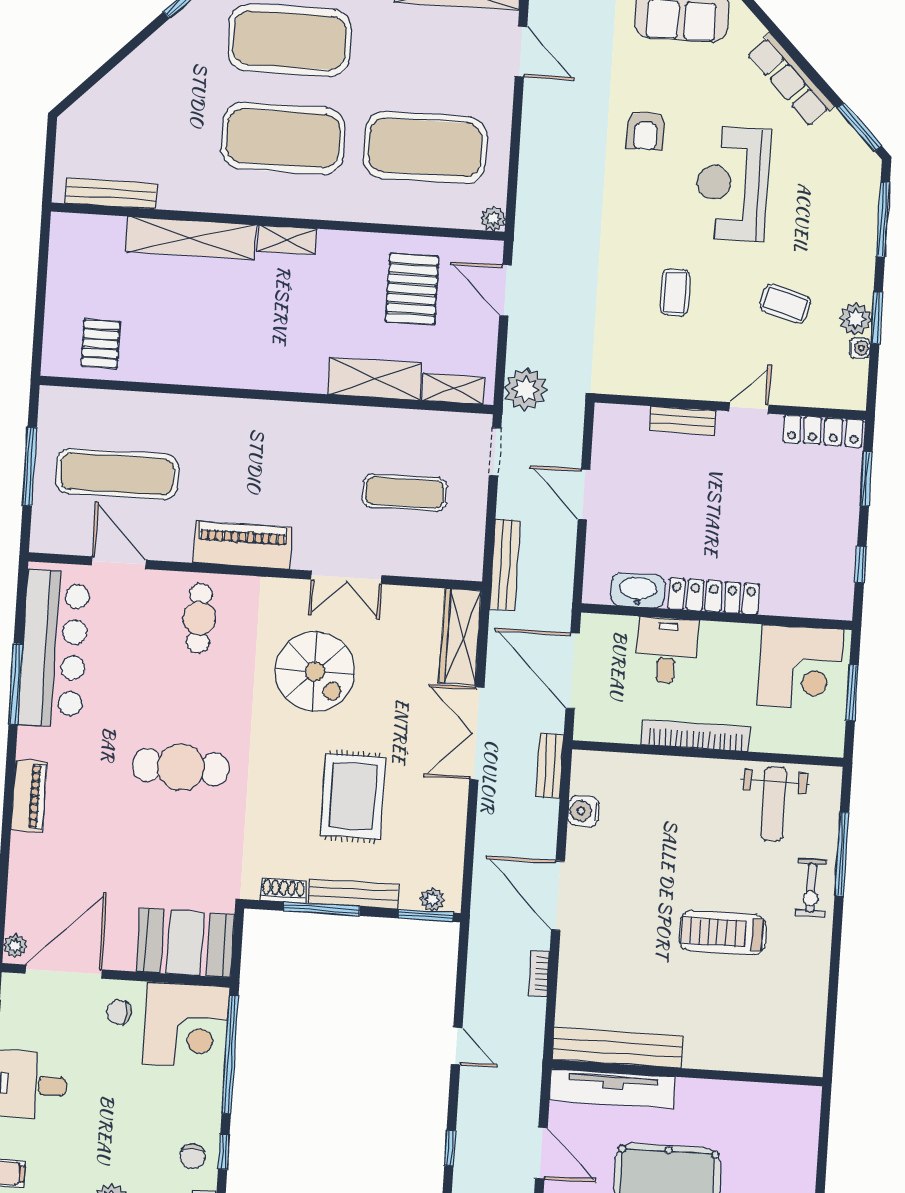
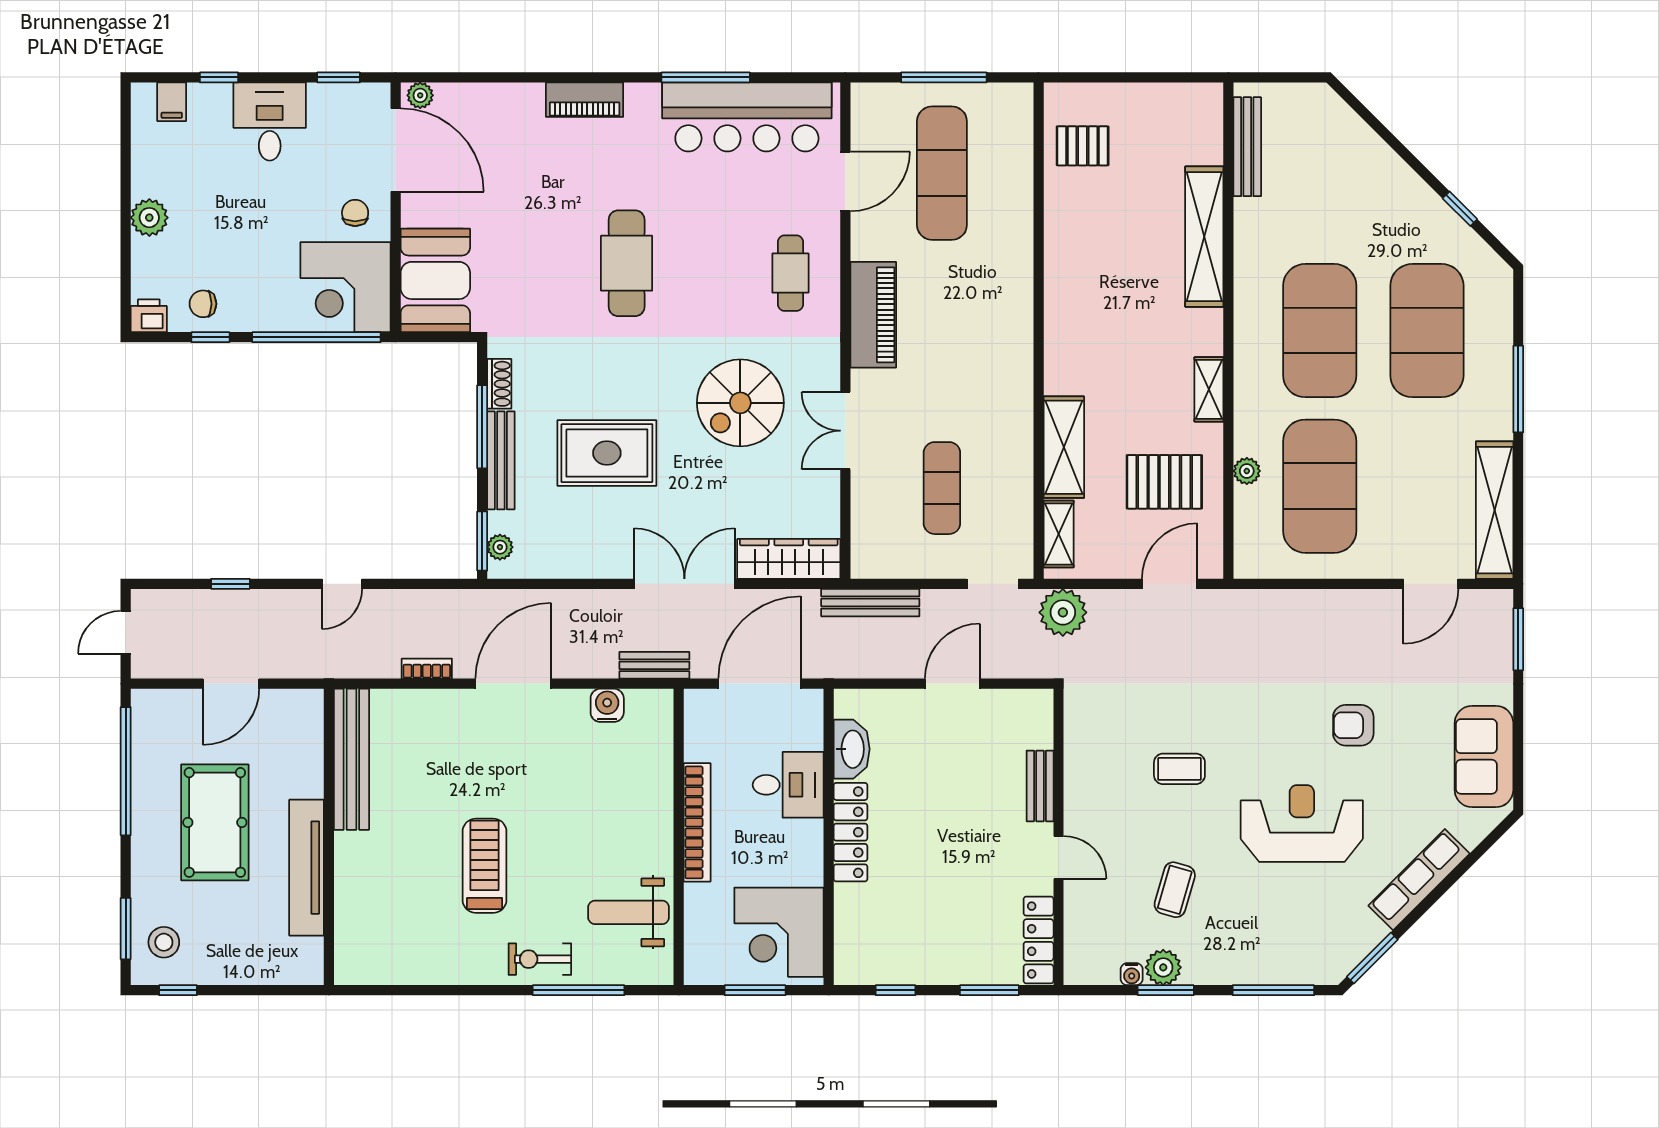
plant: (493, 219) -> (1247, 471), moved
shelving: (287, 240) -> (1209, 389), moved
cafe table: (199, 618) -> (790, 273), turned 90
tv unit: (612, 1089) -> (307, 868), moved

